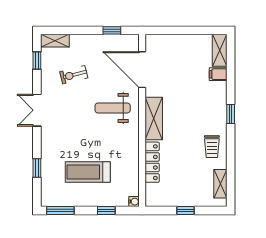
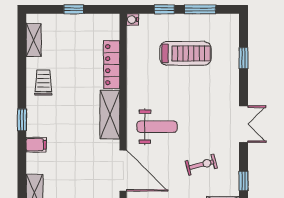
filing cabinet: (218, 74) -> (36, 145), moved
window: (60, 211) -> (200, 9), moved

